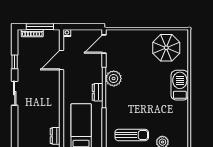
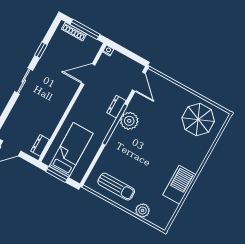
door: (104, 44) -> (139, 82), swing flipped
barbecue: (180, 85) -> (179, 185), moved
dresser: (97, 92) -> (116, 107), moved

